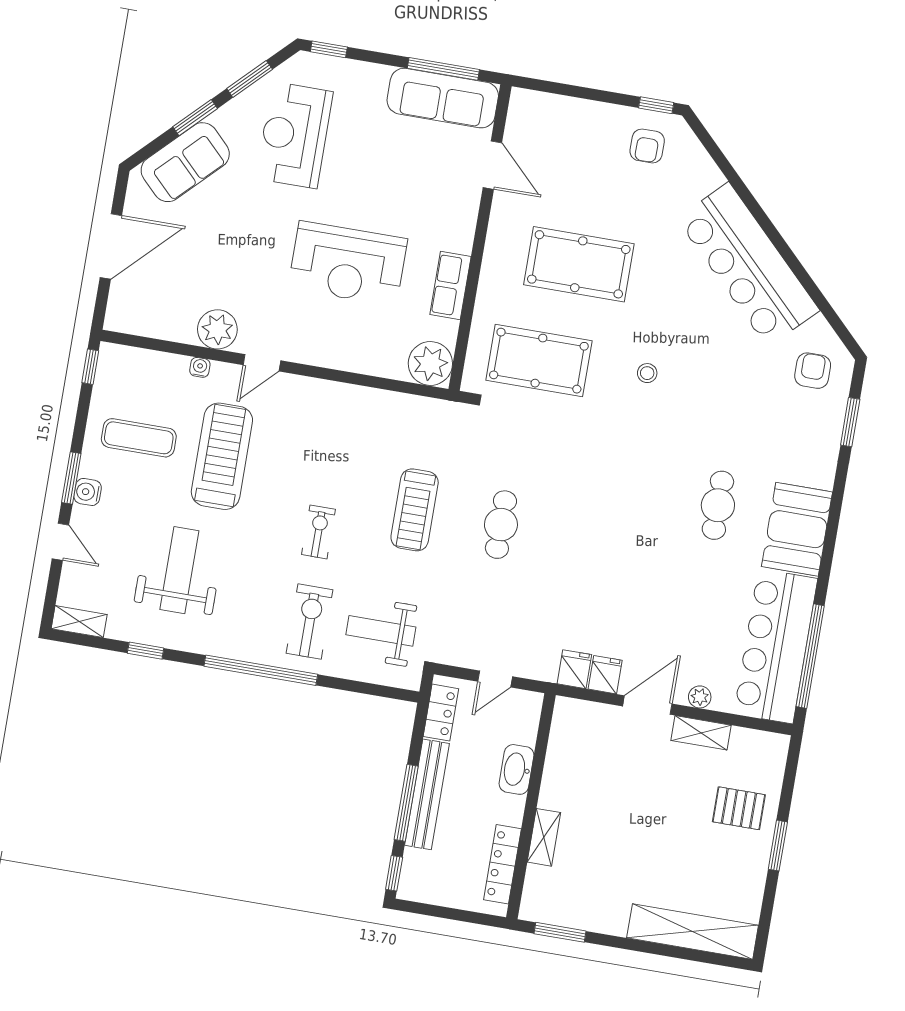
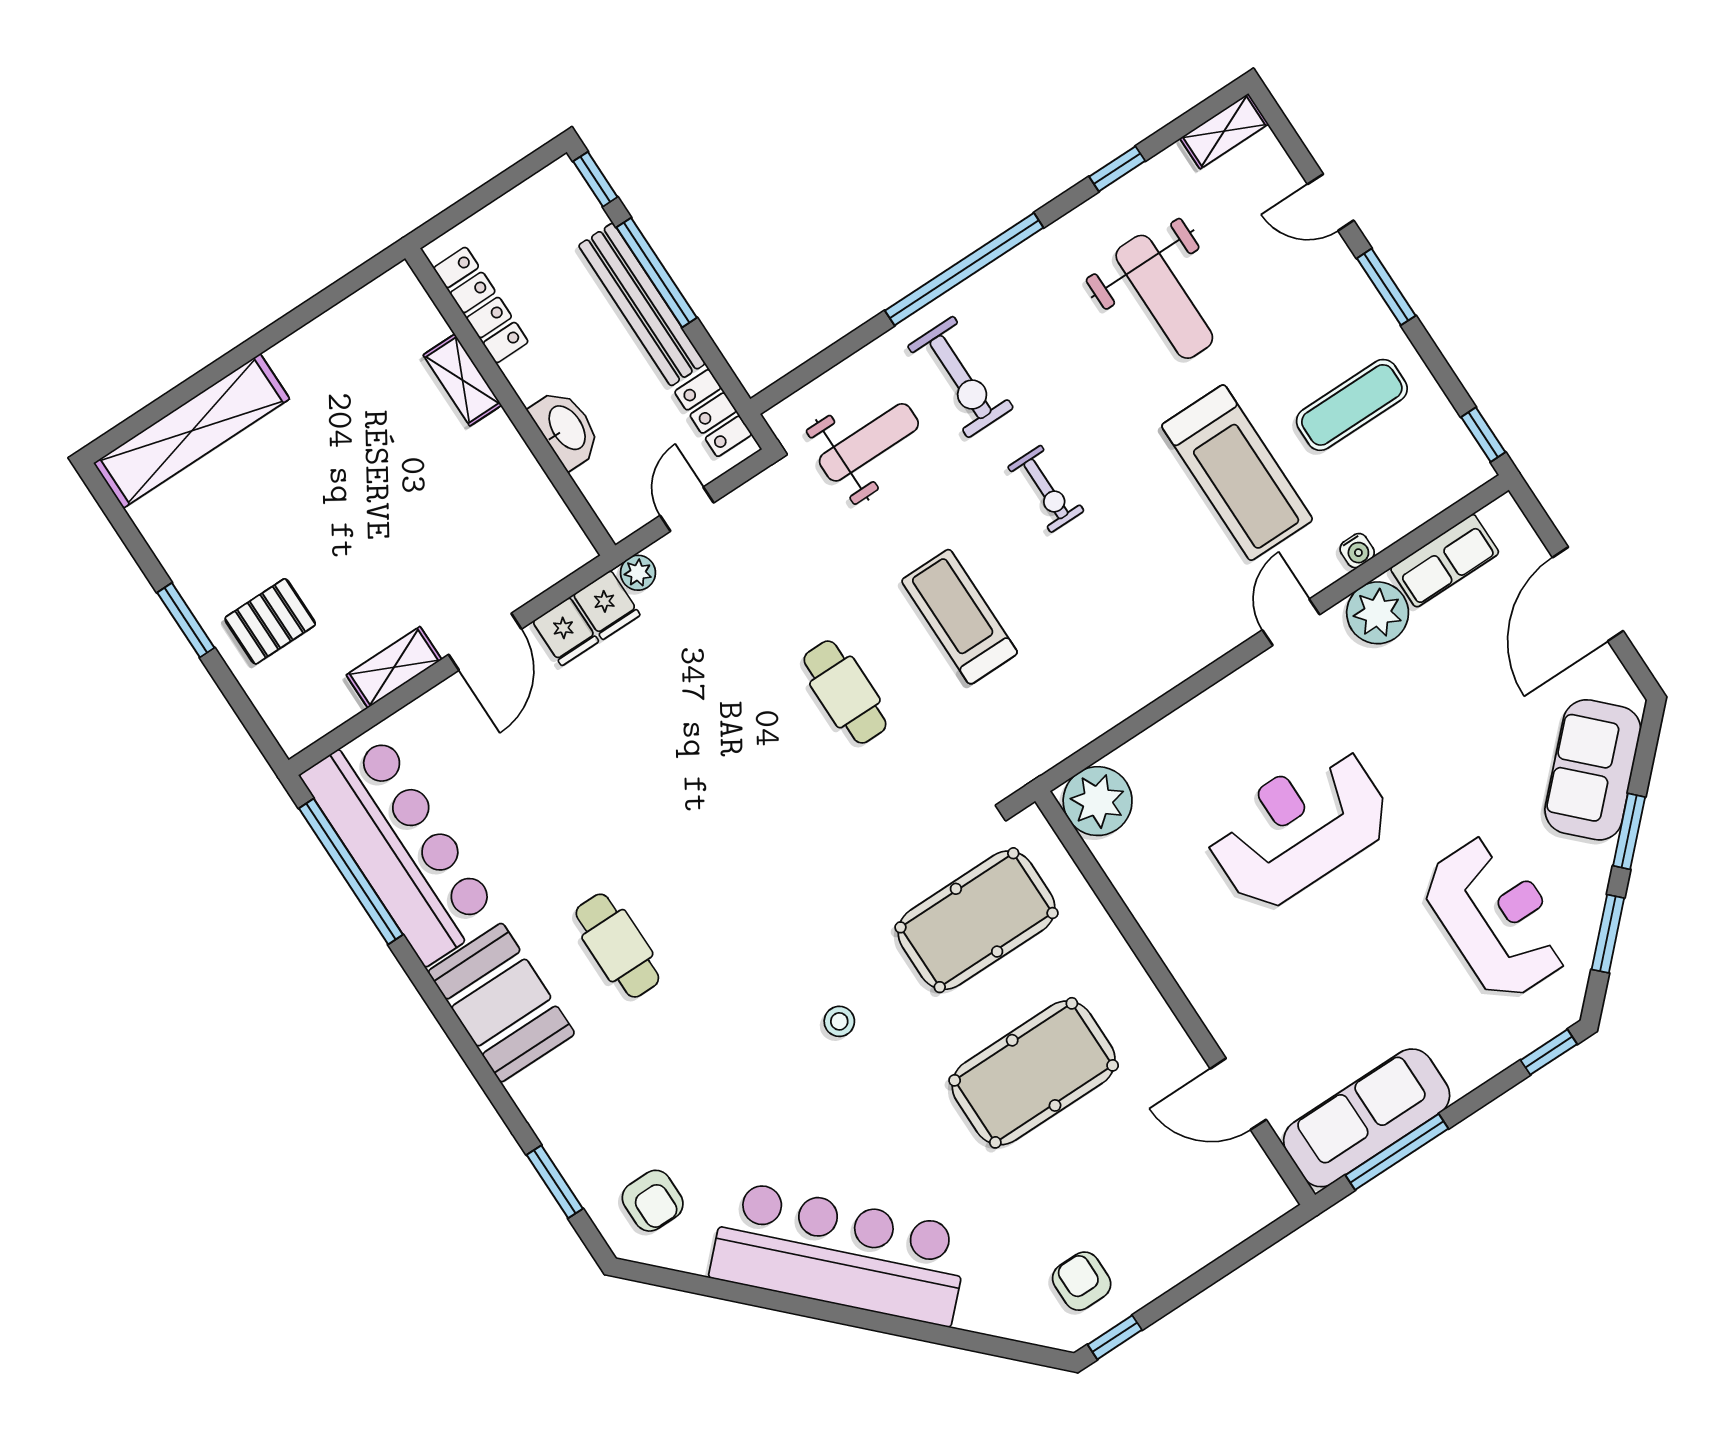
row of seats: (450, 286) -> (1445, 561), moved, turned 90
water cooler: (88, 492) -> (1353, 288), removed
plant: (700, 697) -> (638, 573), moved
window: (560, 932) -> (342, 289), removed

